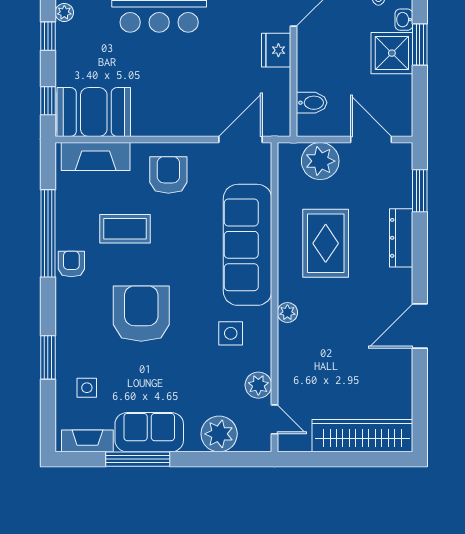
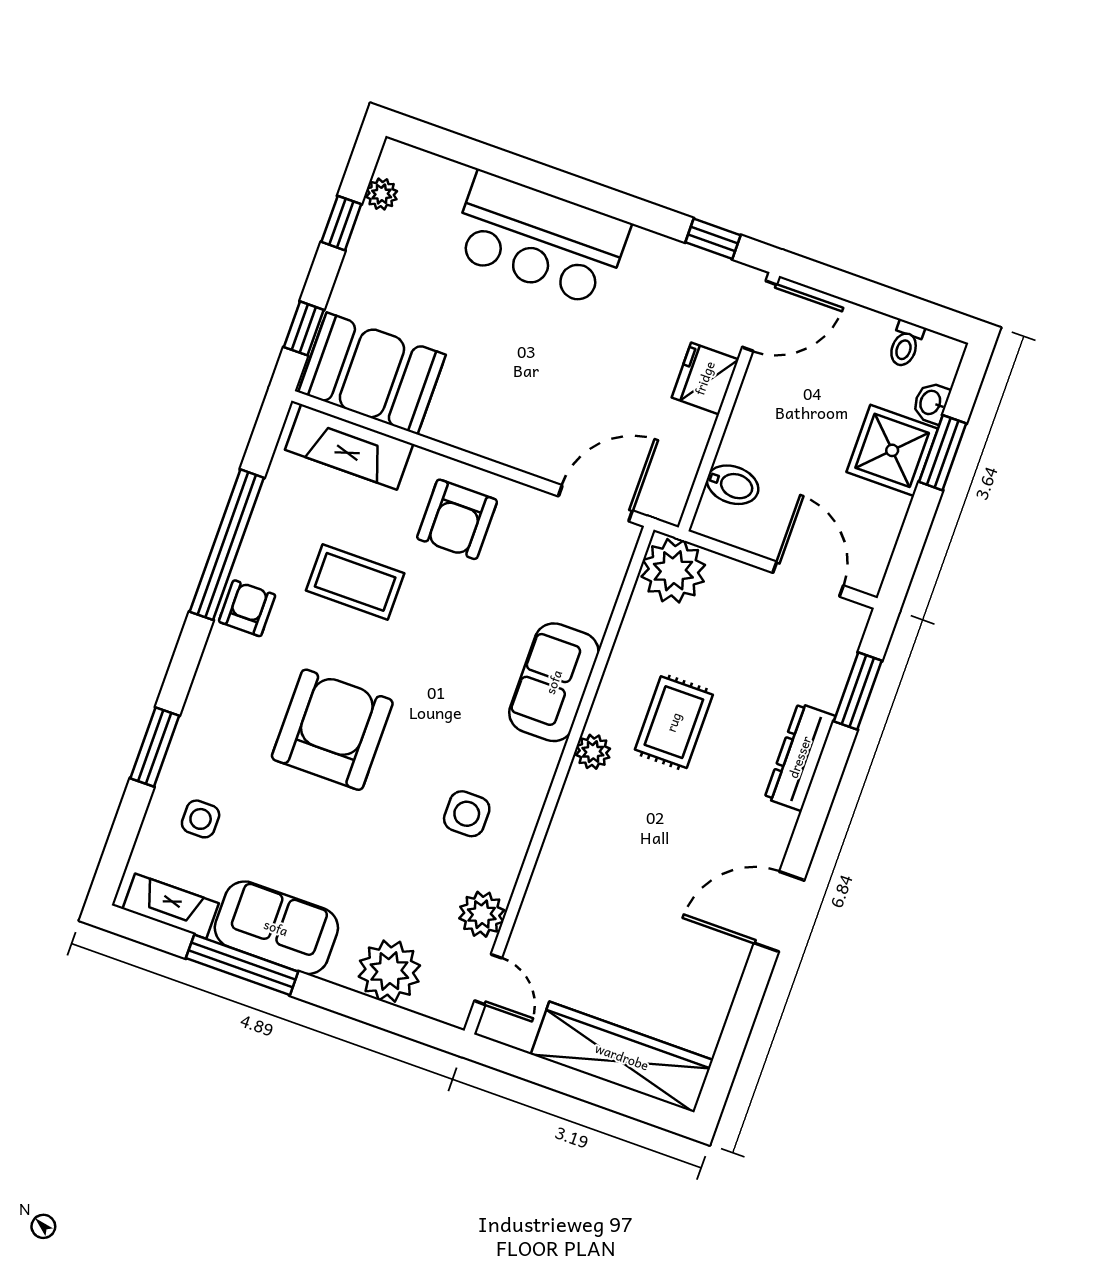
plant: (320, 161) -> (673, 571), moved
armchair: (168, 175) -> (457, 519), turned 180
rug: (326, 243) -> (674, 722), width x0.73, depth x0.70
sofa: (248, 245) -> (554, 682), width x0.54, depth x0.79
plant: (287, 312) -> (593, 752), moved

